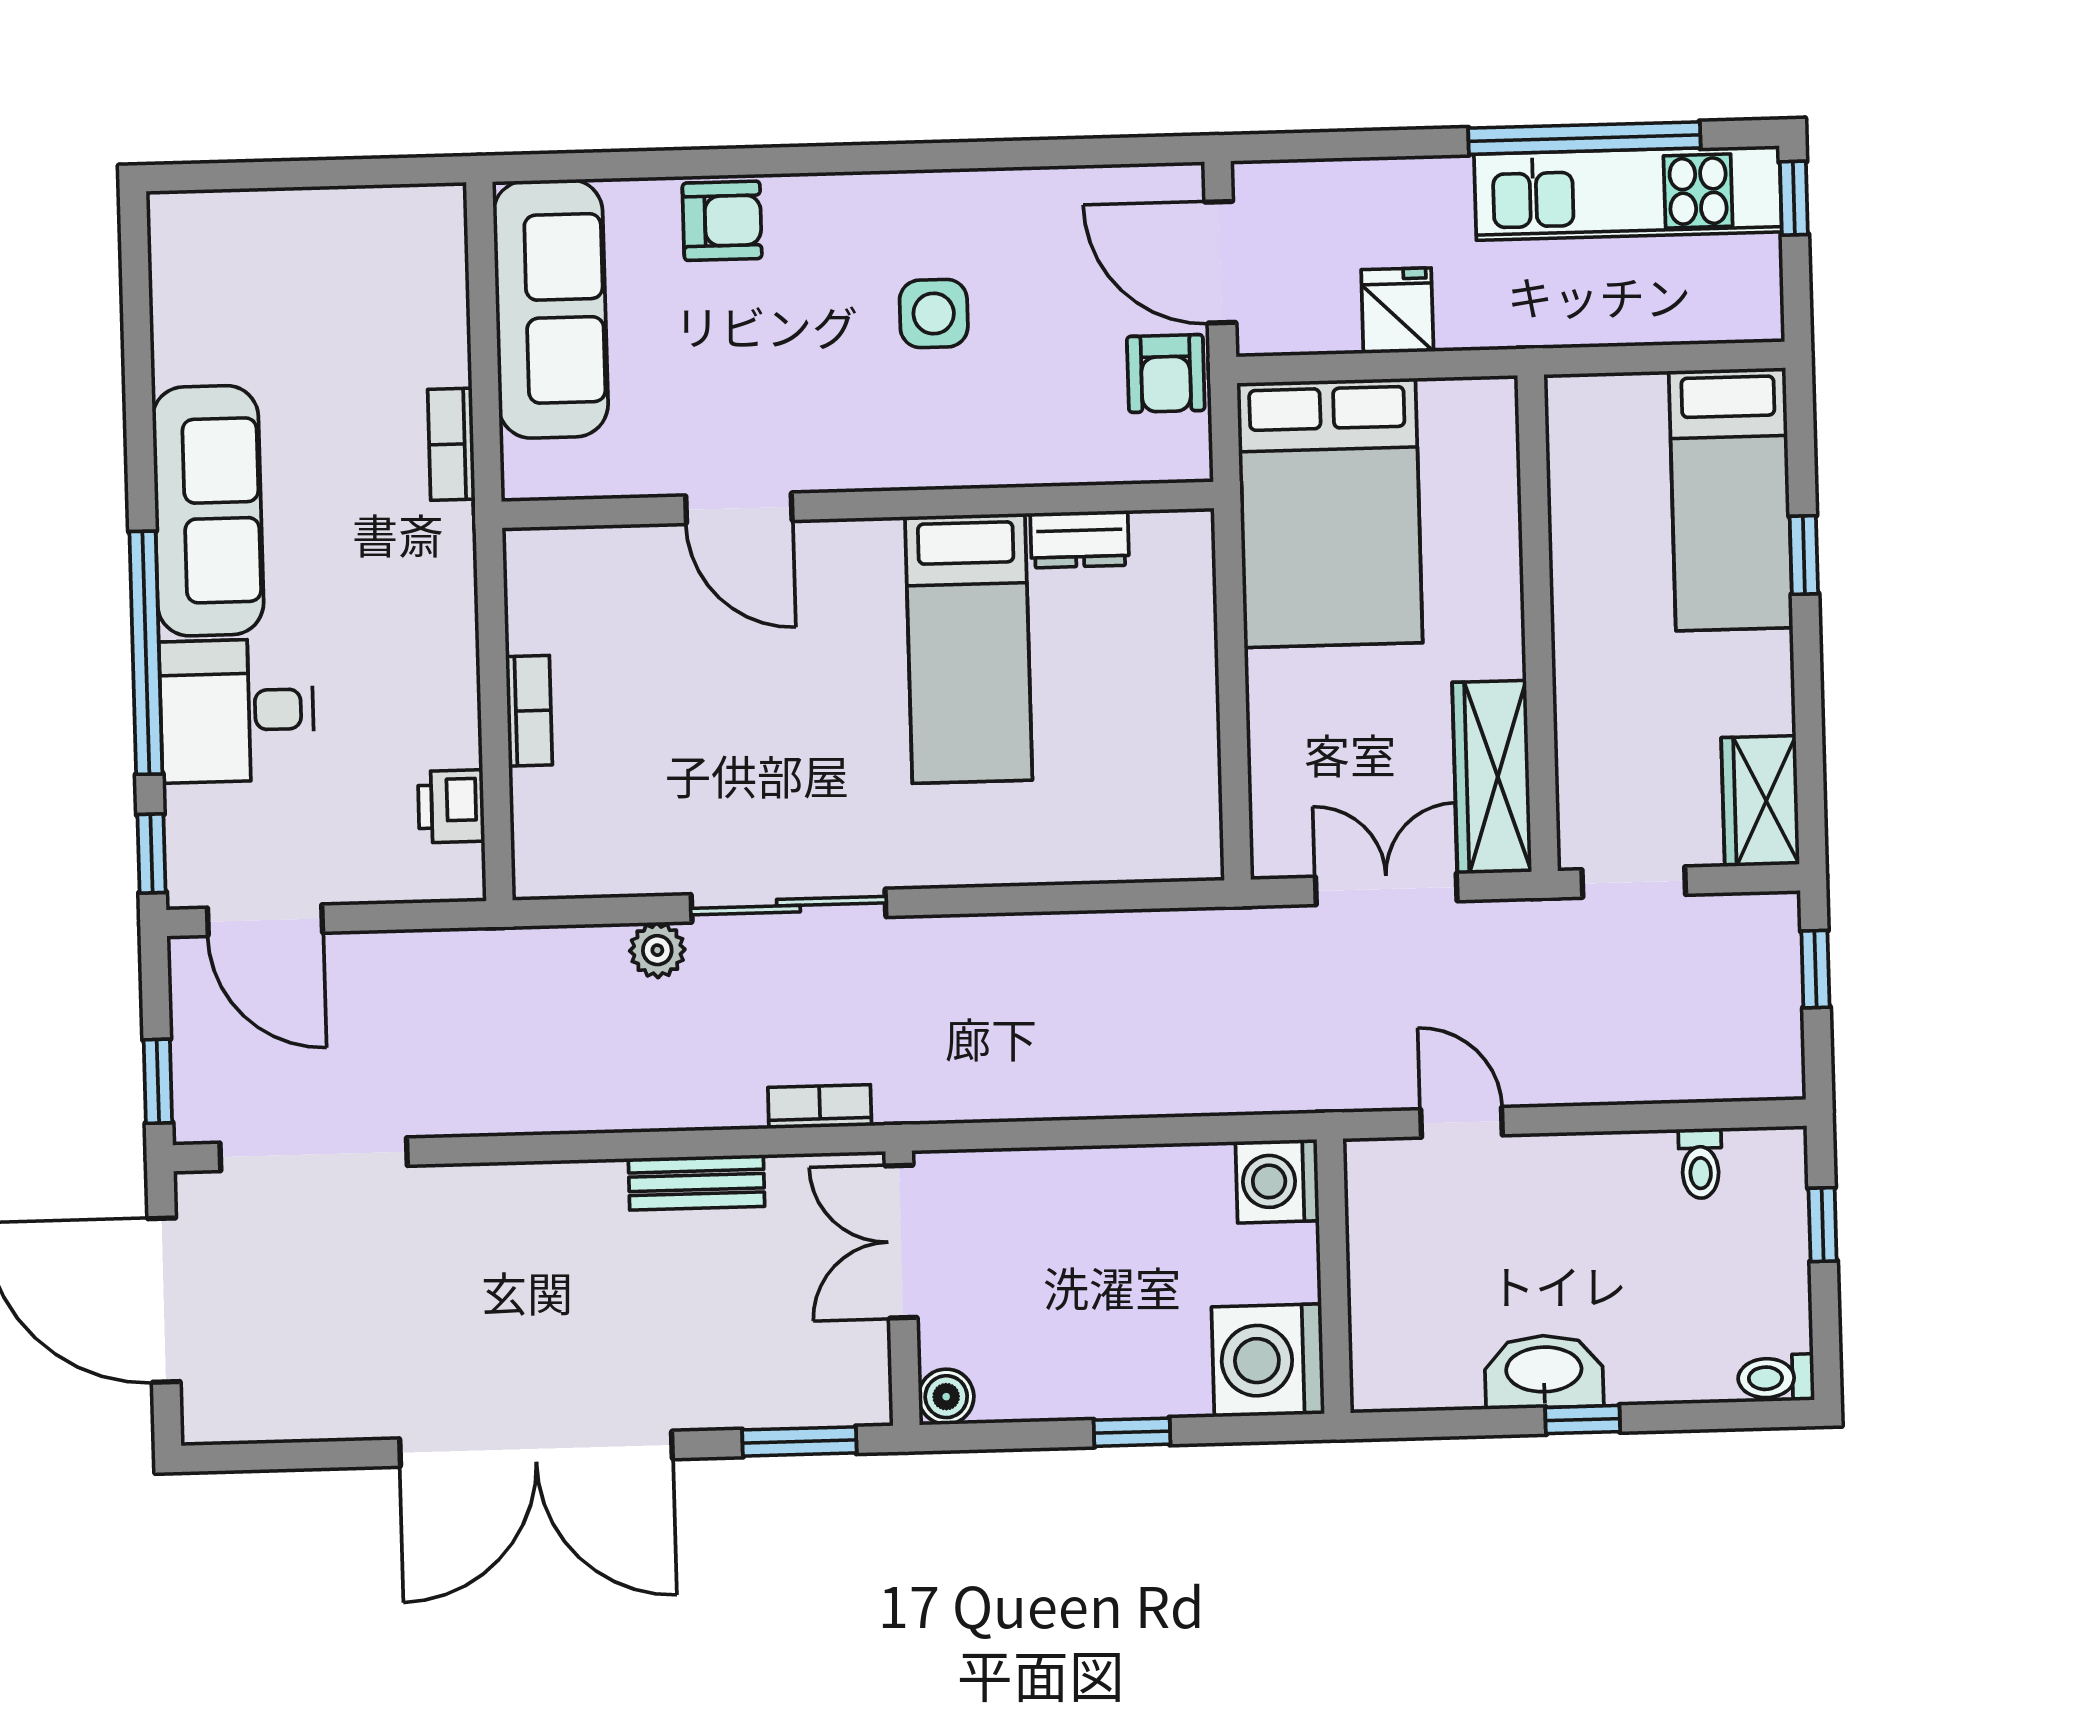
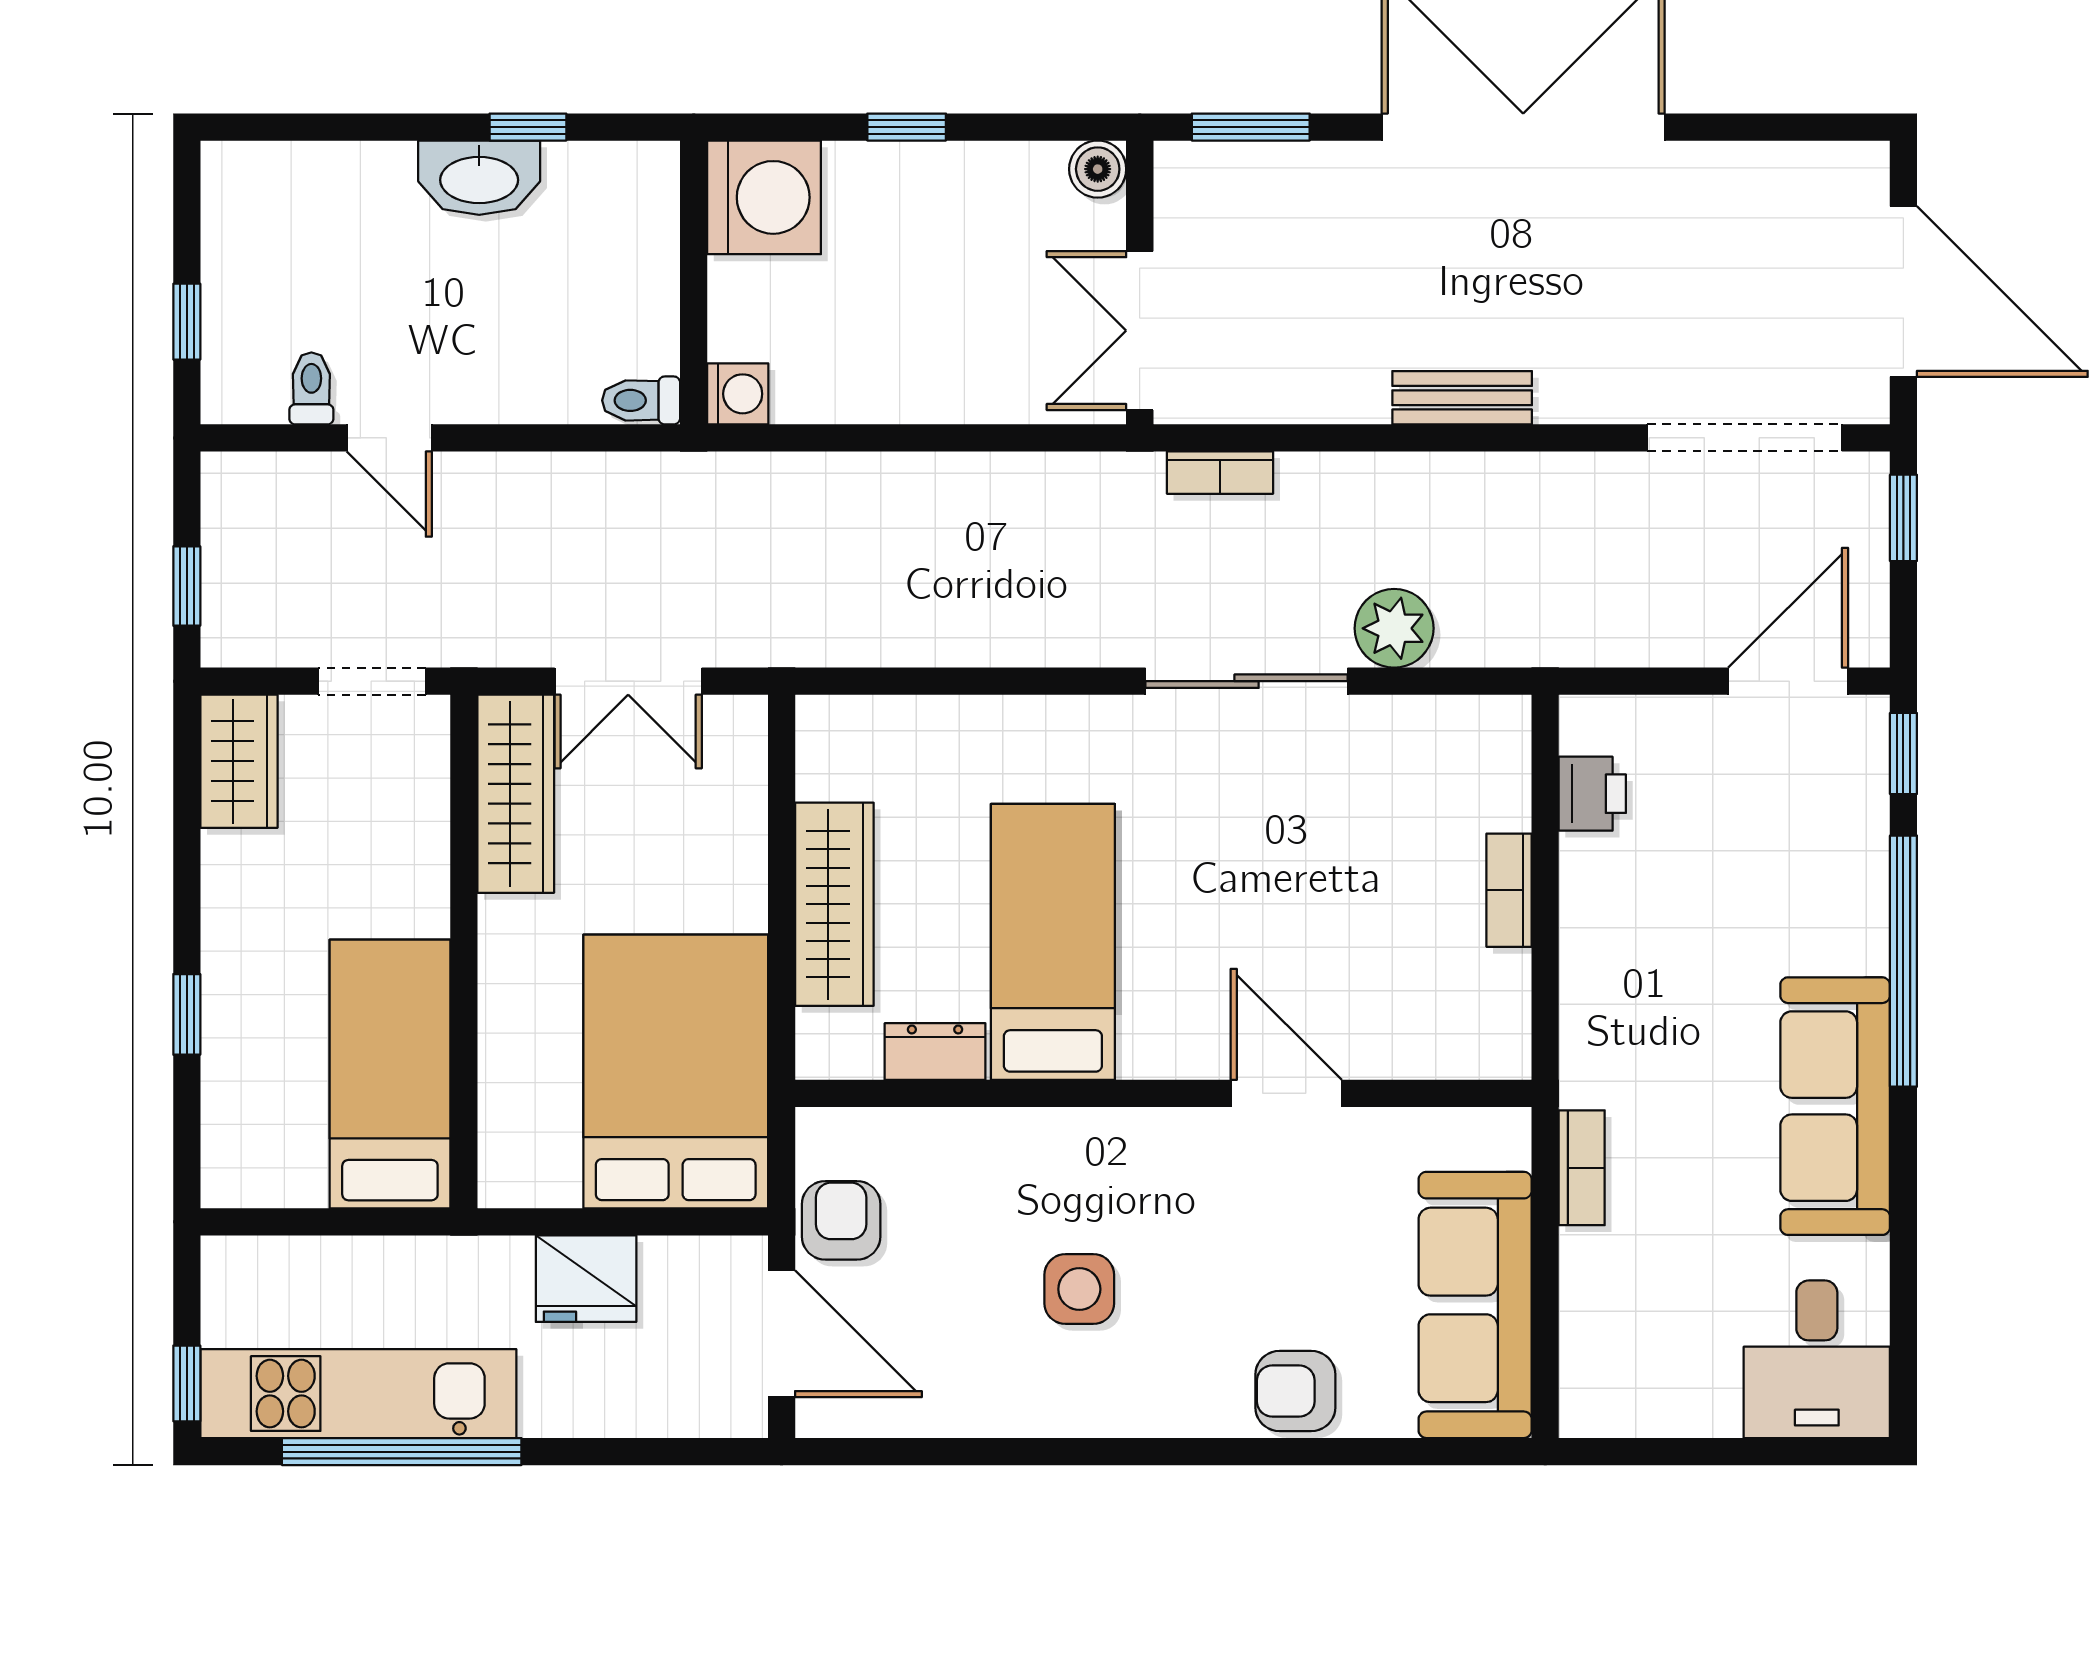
fridge: (1397, 311) -> (586, 1279), width x1.38
bed: (1731, 499) -> (390, 1074), moved
wardrobe: (1181, 679) -> (834, 904), added
desk: (237, 711) -> (1817, 1359), moved, turned 90
door: (265, 920) -> (1788, 681), hinge flipped
plant: (657, 950) -> (1394, 628), width x1.38, depth x1.38
door: (1461, 1122) -> (389, 438), moved
washing machine: (1277, 1181) -> (738, 394), width x0.73, depth x0.73
bench: (696, 1182) -> (1462, 398), moved
double door: (901, 1242) -> (1140, 331), swing flipped
toilet: (1776, 1378) -> (641, 400), moved, turned 180
window: (1583, 1420) -> (528, 127), moved

